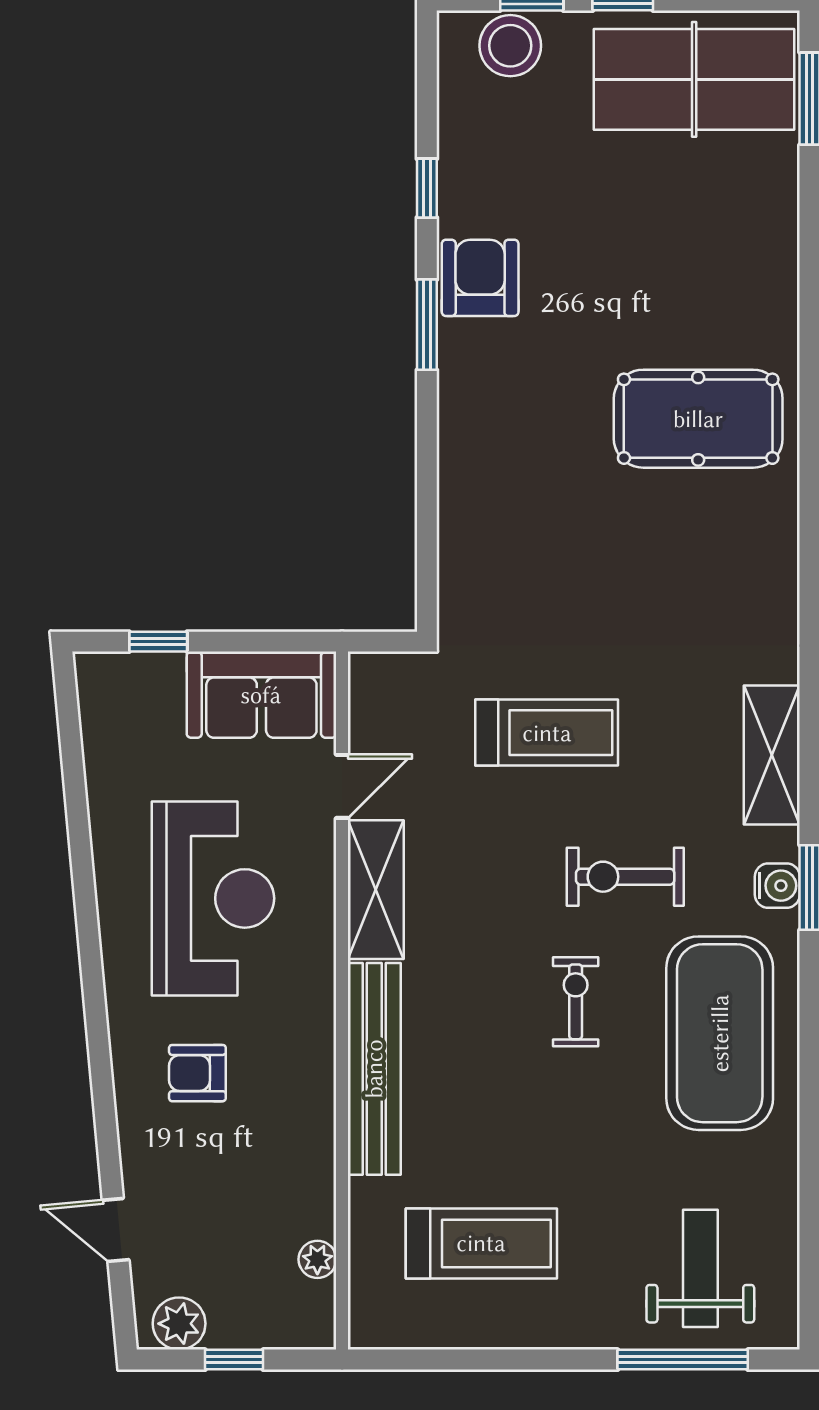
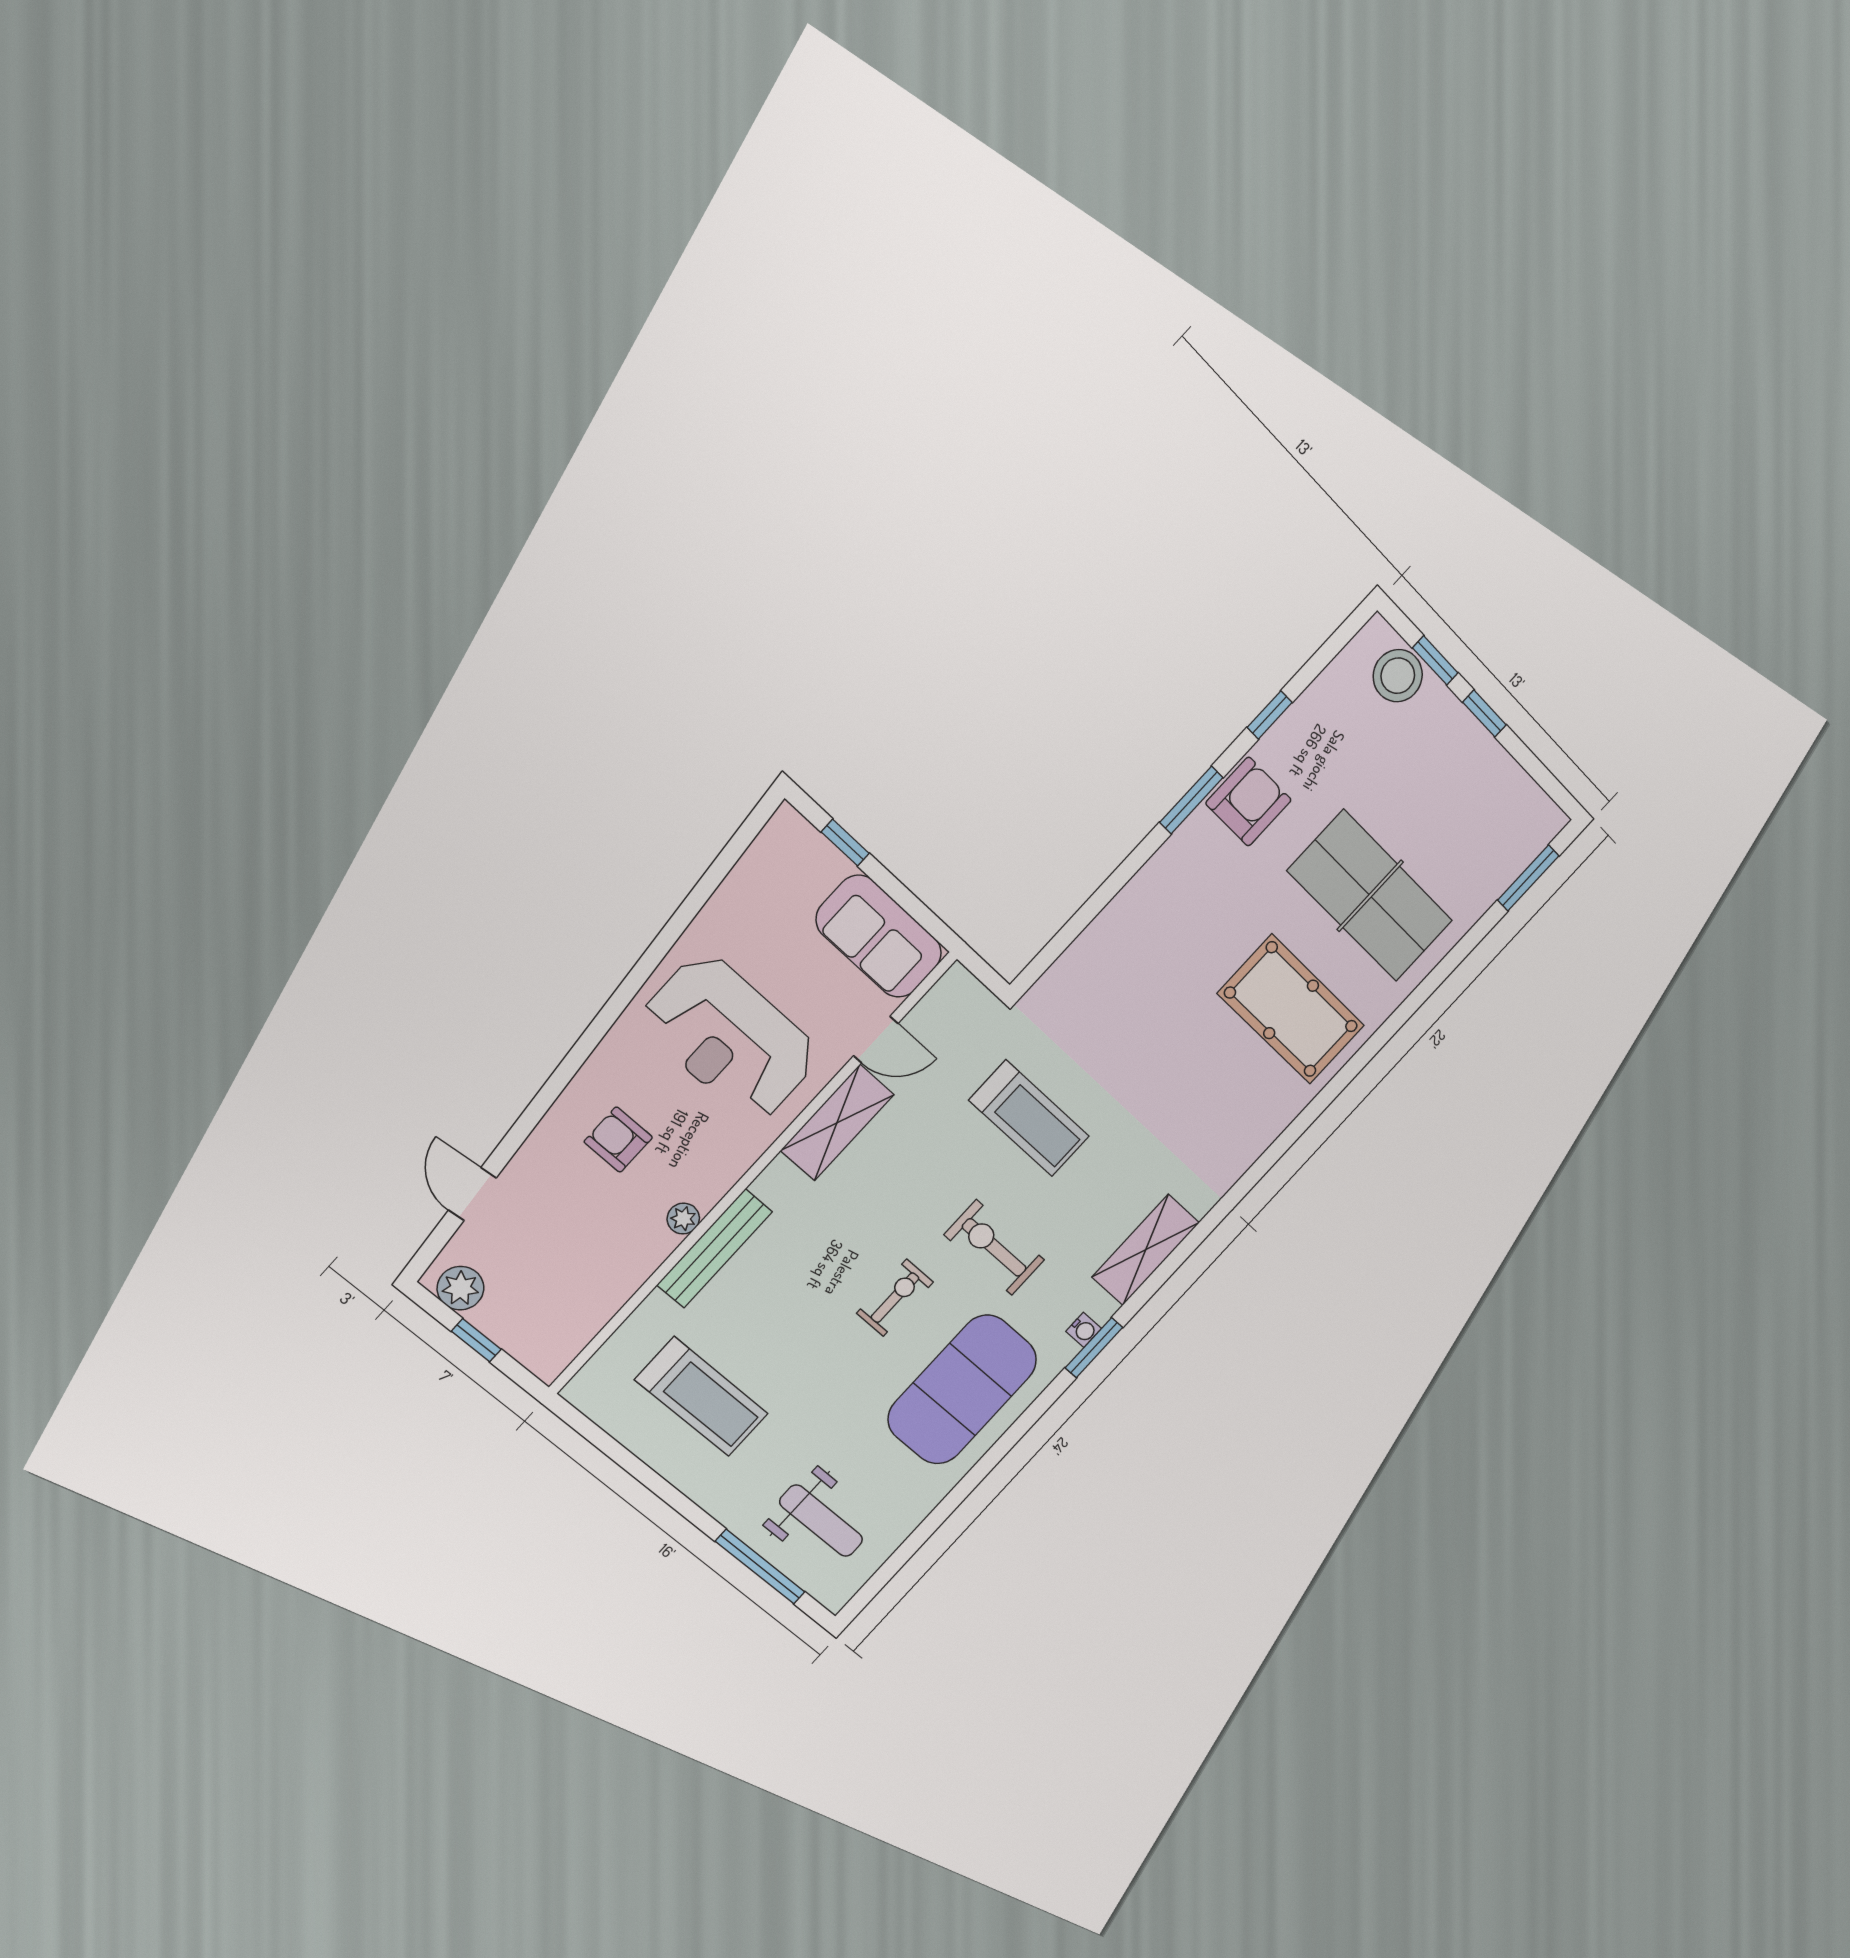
table tennis table: (694, 79) -> (1370, 896), moved
water cooler: (777, 886) -> (1084, 1330), width x0.72, depth x0.72
reception desk: (213, 898) -> (730, 1038), turned 90
bench: (374, 1069) -> (715, 1248), width x0.73, depth x0.82
plant: (317, 1259) -> (683, 1219), moved
weight bench: (700, 1268) -> (821, 1521), turned 90

